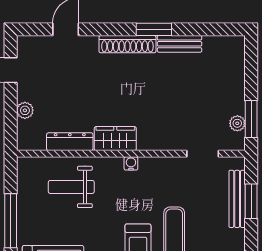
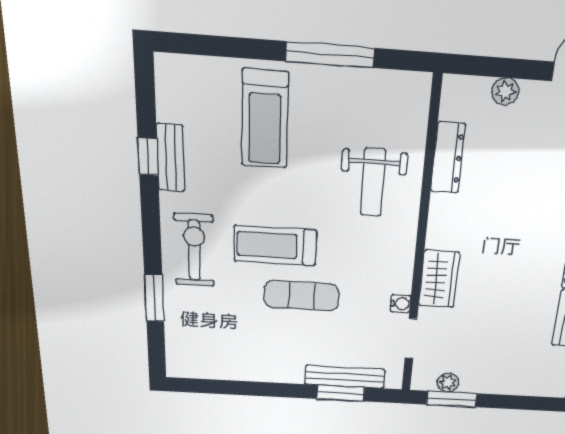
wardrobe: (115, 139) -> (439, 279), moved
water cooler: (131, 163) -> (401, 304), moved
weight bench: (71, 187) -> (373, 182), moved, turned 180

